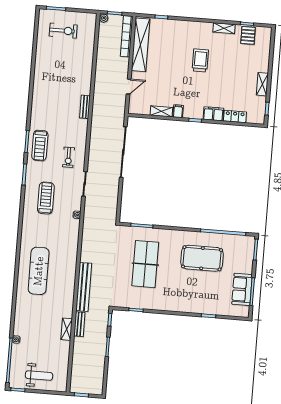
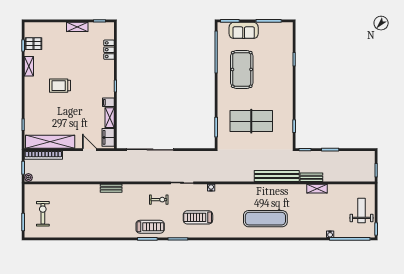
filing cabinet: (213, 114) -> (108, 137), moved
sofa: (242, 289) -> (244, 30), moved

